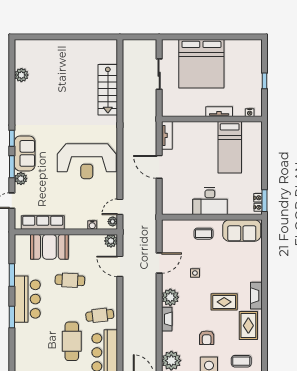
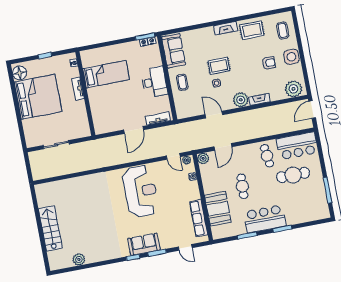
floor lamp: (250, 47) -> (20, 73), added
bed: (201, 64) -> (38, 97), moved
stairs: (108, 90) -> (50, 228), moved, turned -90
tv unit: (167, 135) -> (158, 119), moved
plant: (21, 179) -> (165, 244), removed
rug: (224, 302) -> (219, 66), moved, turned 90

